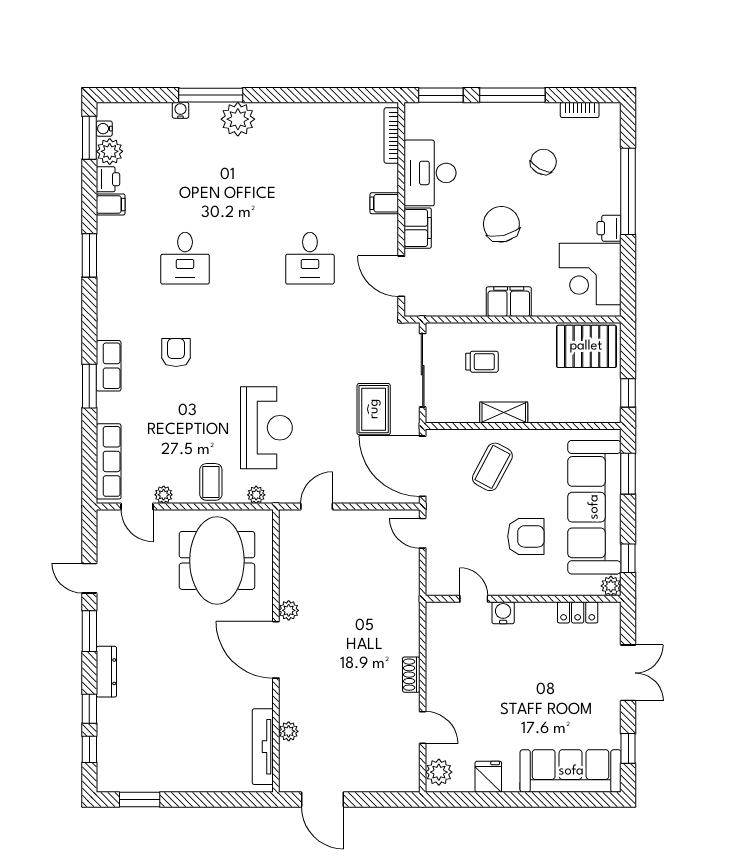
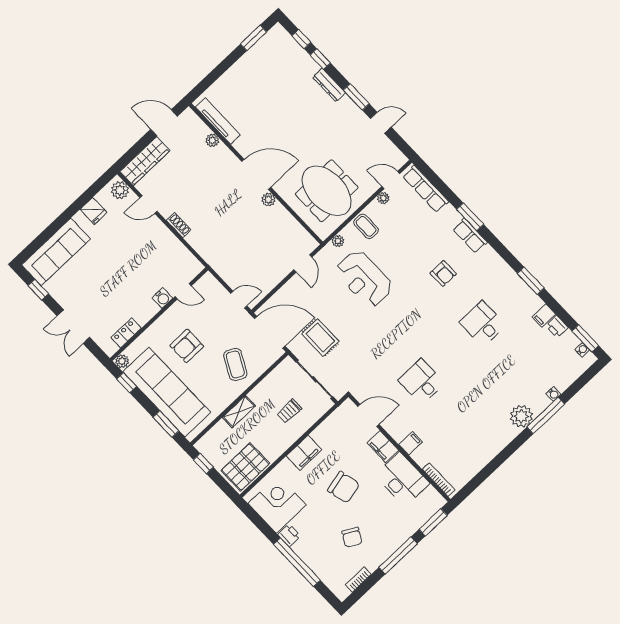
plant: (110, 151) -> (569, 341), removed
shelving: (504, 412) -> (239, 412), moved
wardrobe: (382, 778) -> (145, 161), added

